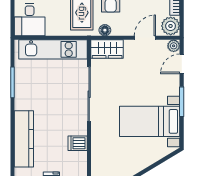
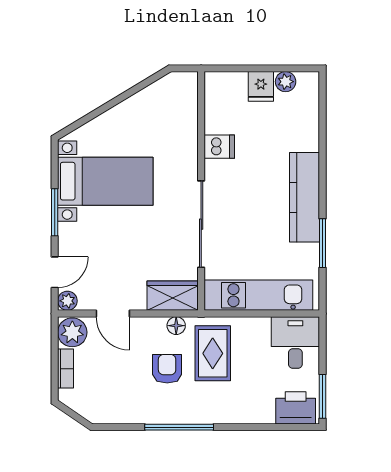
door: (145, 38) -> (113, 314), hinge flipped
kitchen counter: (24, 139) -> (304, 197), moved

